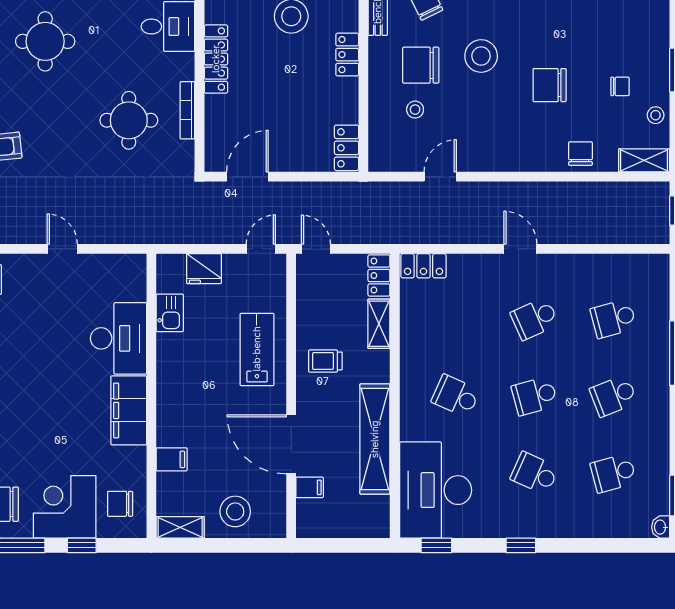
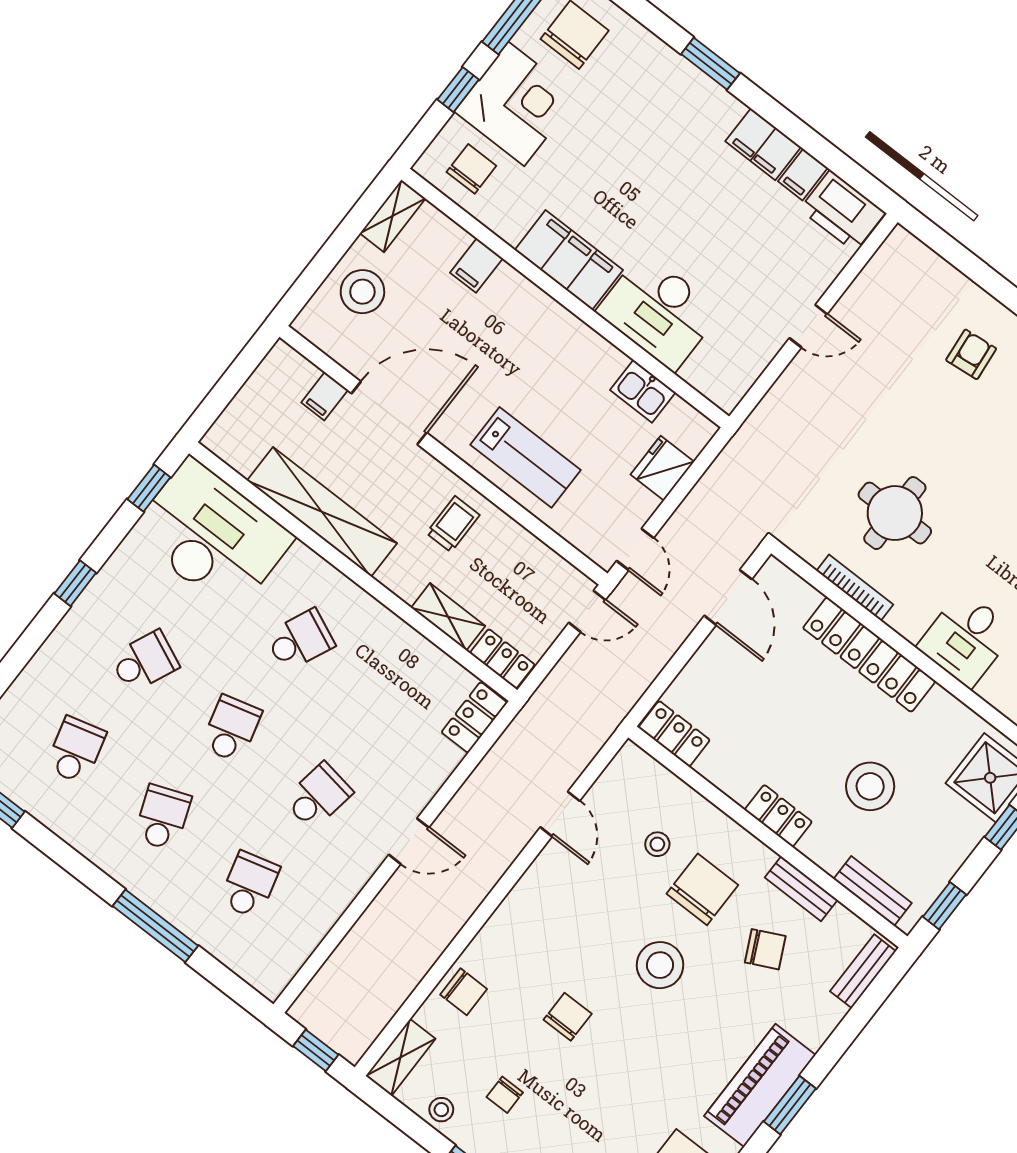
locker: (216, 59) -> (869, 655), width x1.41, depth x1.21
chair: (550, 85) -> (568, 1017), width x0.73, depth x0.73
school desk: (535, 319) -> (318, 796), turned 33

